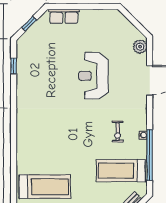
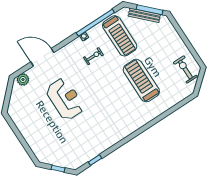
row of seats: (64, 16) -> (37, 147), removed
reception desk: (93, 76) -> (65, 99), turned -90
treadmill: (45, 187) -> (141, 81), moved

